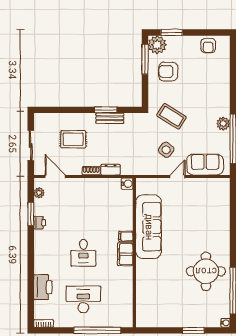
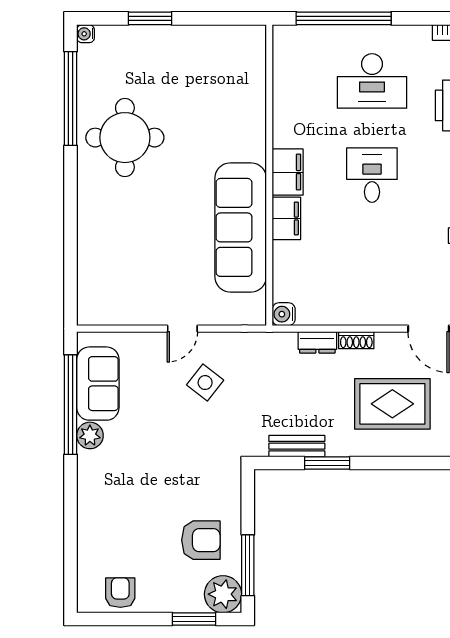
coffee table: (172, 116) -> (194, 450), removed
bench: (110, 118) -> (297, 446), moved
rug: (73, 139) -> (392, 404), width x1.36, depth x1.43
sofa: (205, 165) -> (98, 384), moved, turned -90
filing cabinet: (126, 236) -> (286, 218), width x2.00

